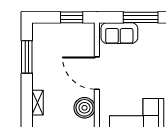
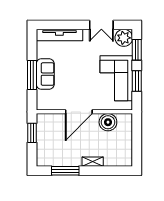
sofa: (119, 33) -> (45, 74), moved
shelving: (38, 103) -> (93, 162), moved

